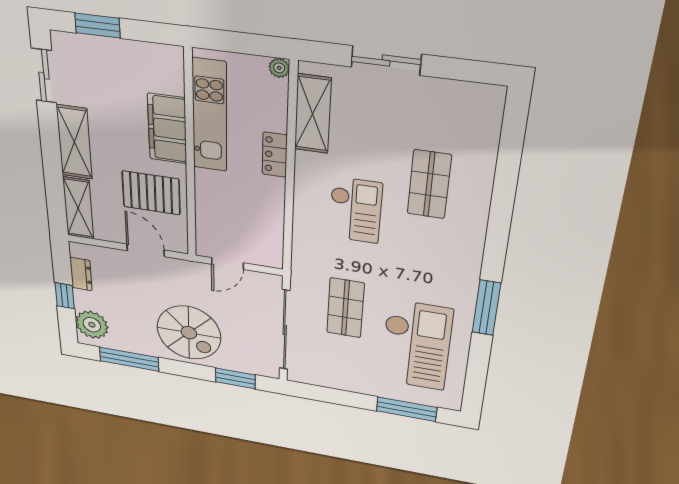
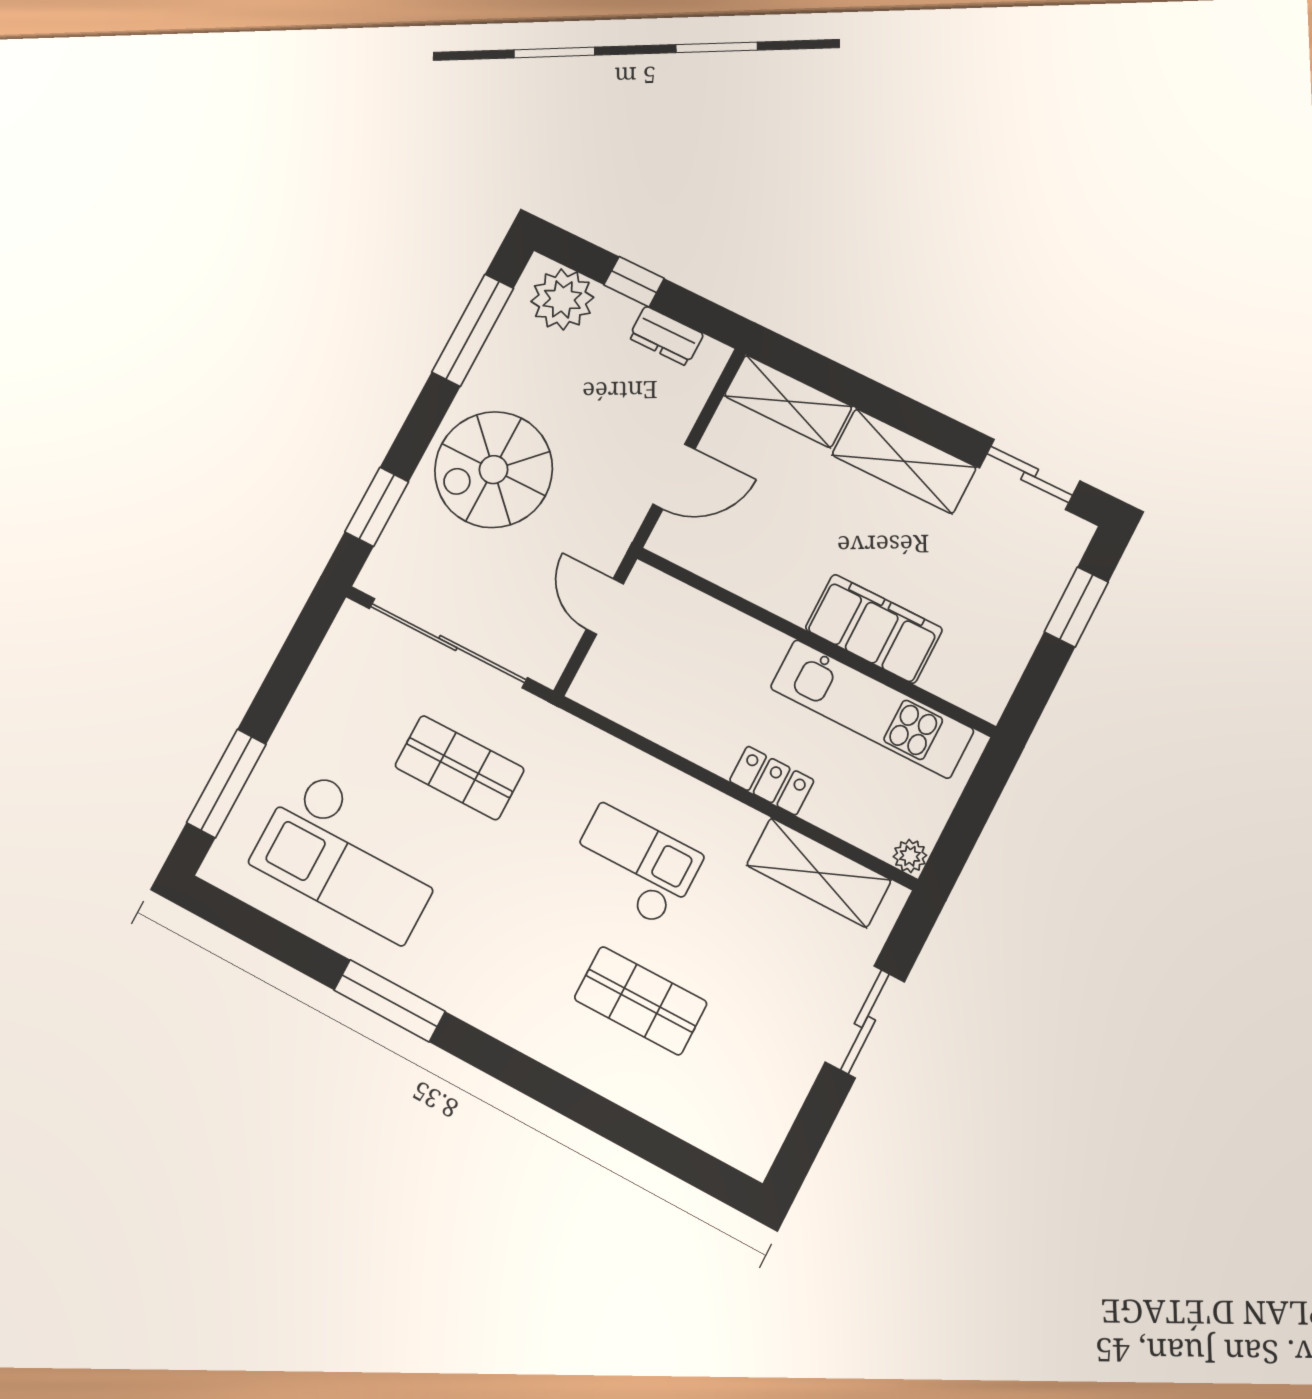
pallet: (151, 193) -> (774, 543), removed
checkout: (355, 210) -> (634, 865), turned 180

